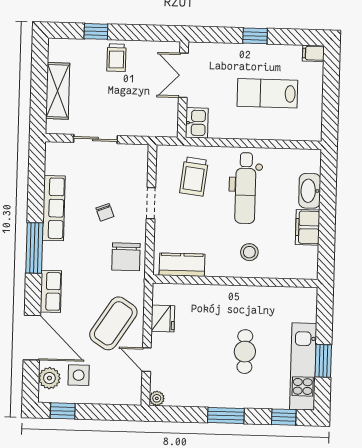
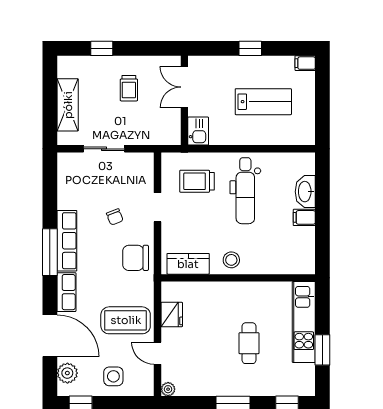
trolley: (116, 58) -> (129, 88), moved
lab bench: (267, 93) -> (263, 102), turned 180
trolley: (194, 177) -> (197, 181), turned 83
row of seats: (54, 208) -> (67, 241), moved
filing cabinet: (308, 227) -> (304, 217), width x0.50
stool: (249, 252) -> (231, 260), moved
chair: (126, 257) -> (136, 258), turned 90
coffee table: (113, 323) -> (126, 320), turned 57
kitchen unit: (303, 366) -> (304, 322), moved
side table: (79, 375) -> (113, 376), moved

